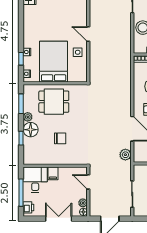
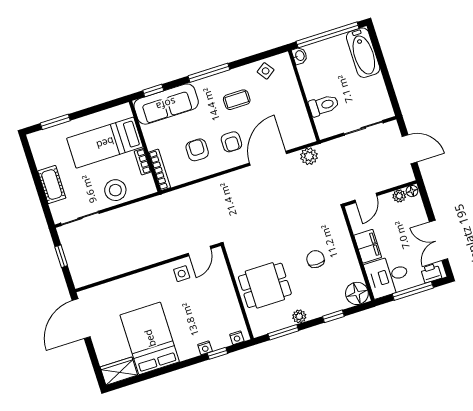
door: (88, 34) -> (200, 251), moved
bed: (54, 62) -> (150, 338), moved, turned 90
dining table: (54, 102) -> (265, 285), turned 90
floor lamp: (31, 130) -> (357, 293), moved
filing cabinet: (53, 173) -> (368, 246), width x2.00
double door: (59, 219) -> (439, 240), moved

